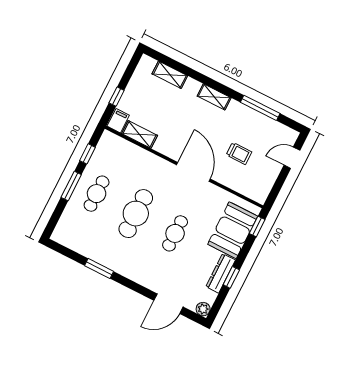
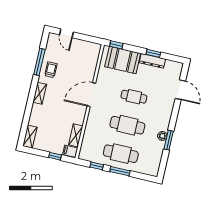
shelving: (170, 75) -> (30, 137), moved
trolley: (239, 153) -> (51, 70), moved
cafe table: (97, 194) -> (121, 154), width x1.37, depth x1.35
plant: (203, 309) -> (162, 136), moved

